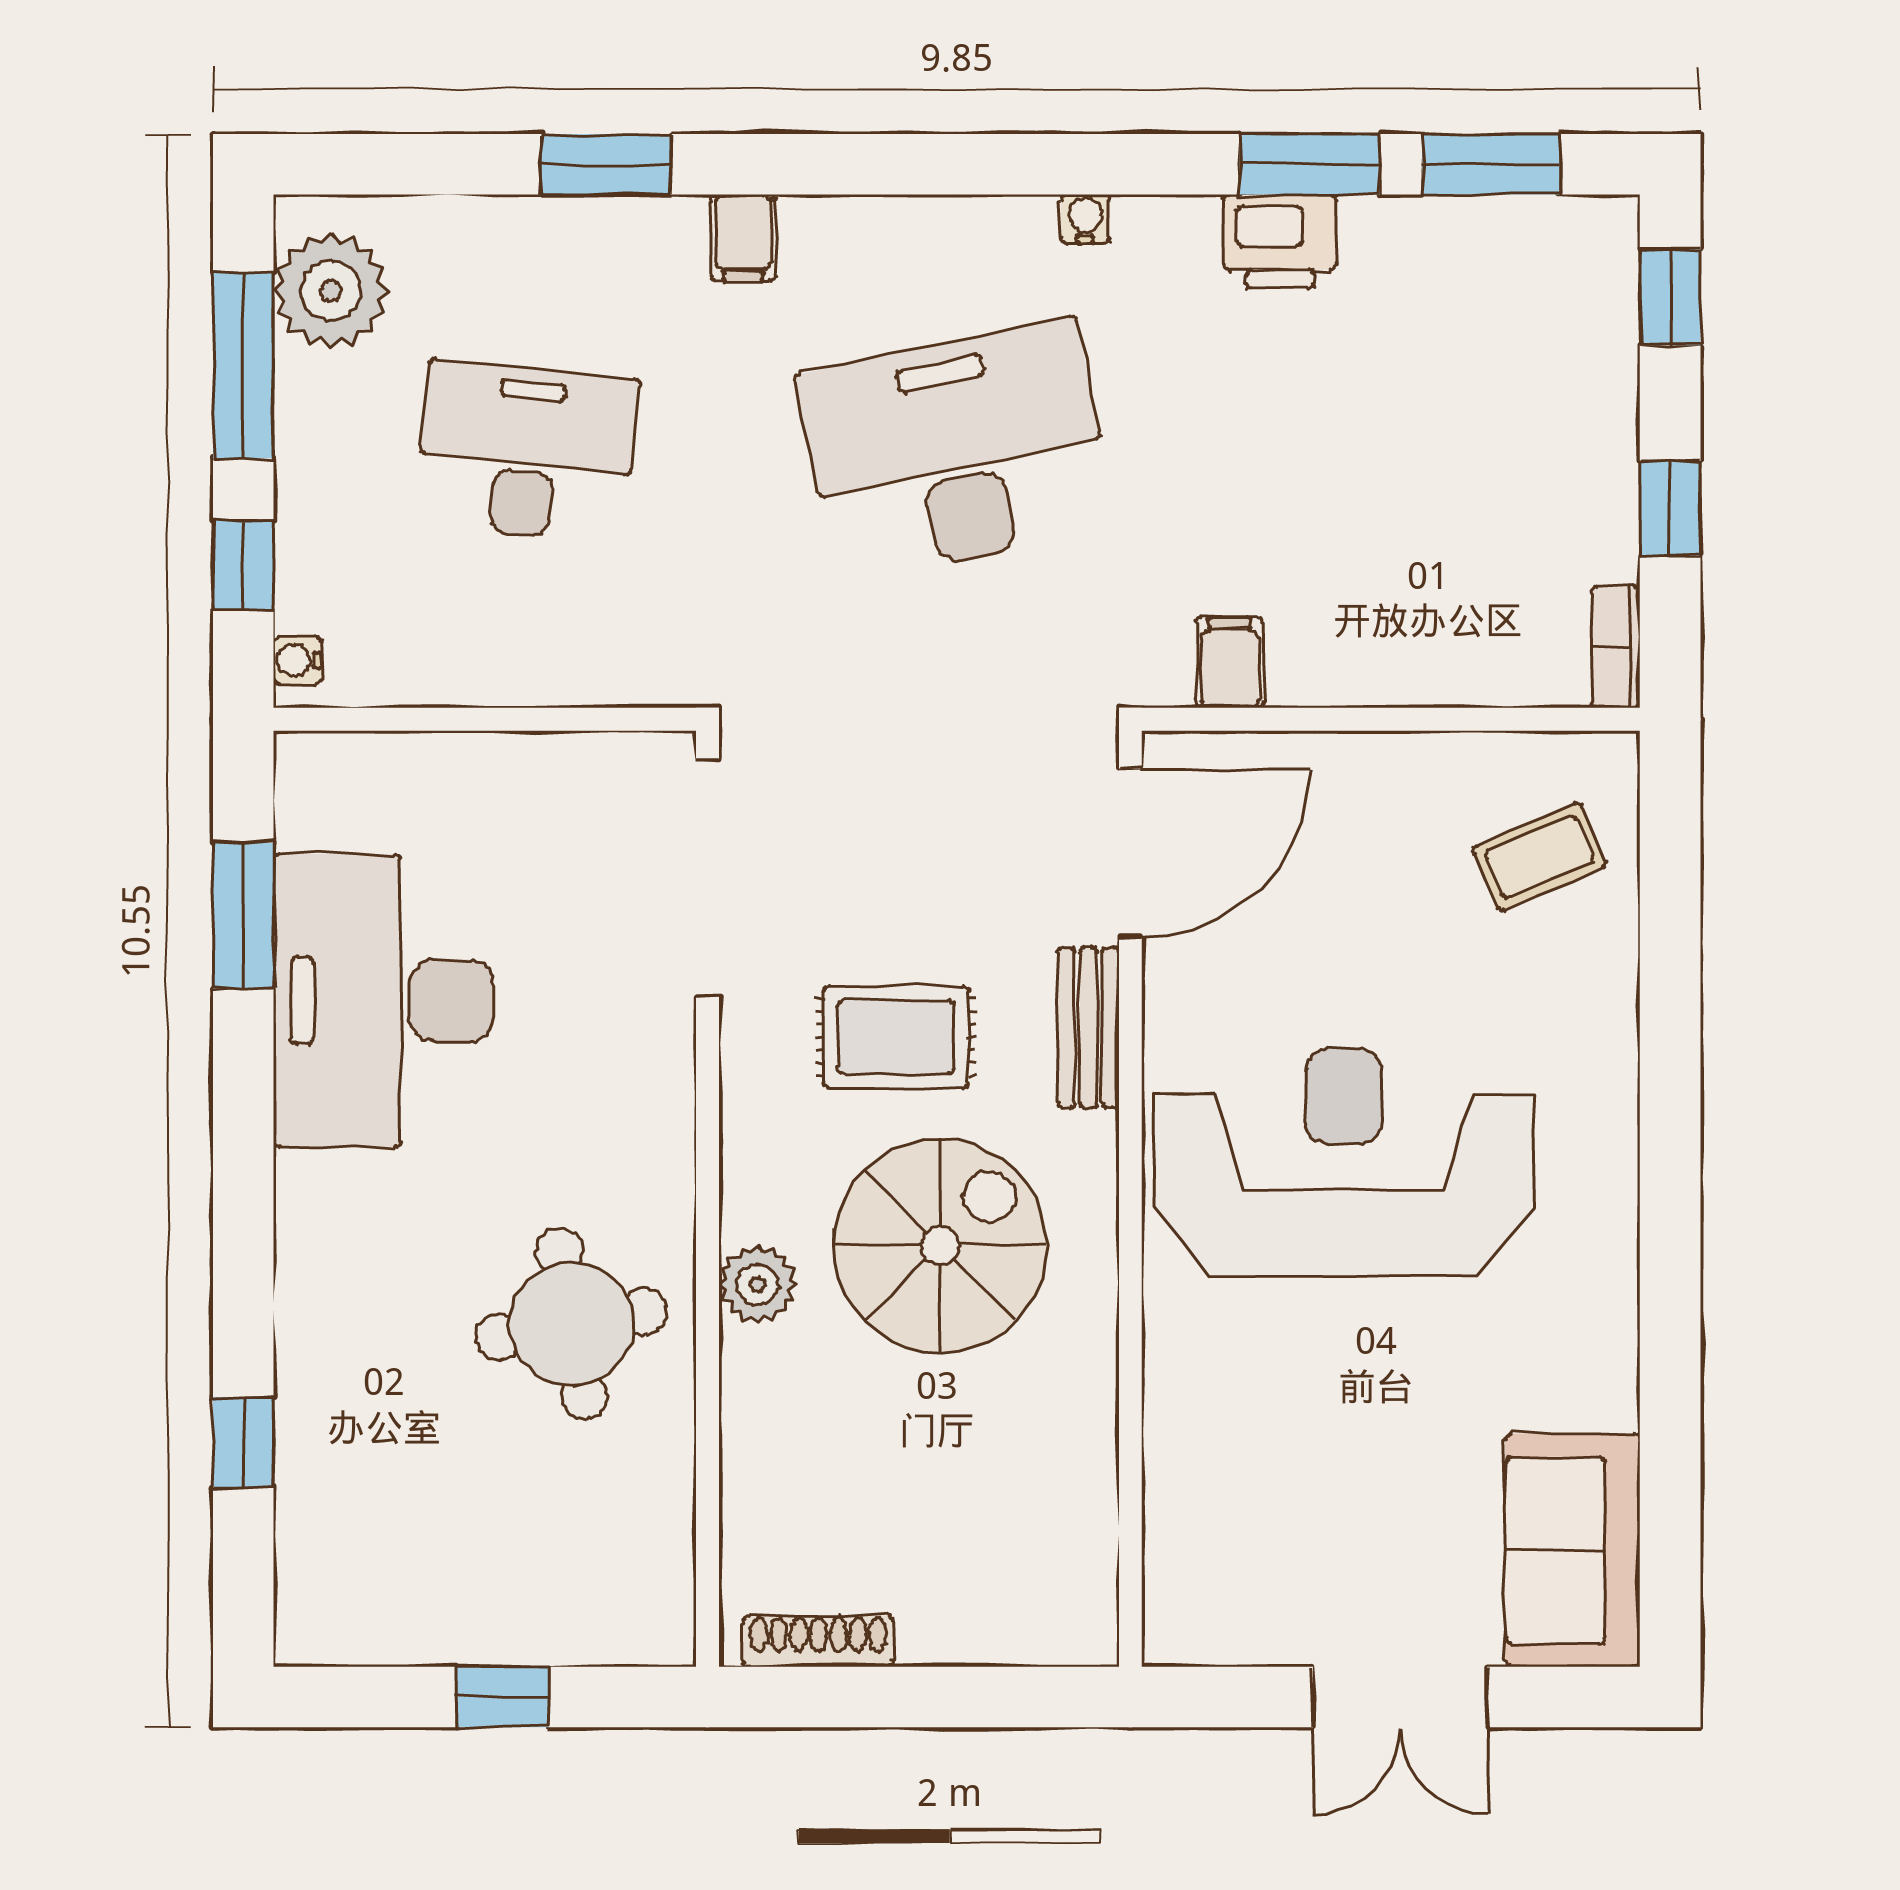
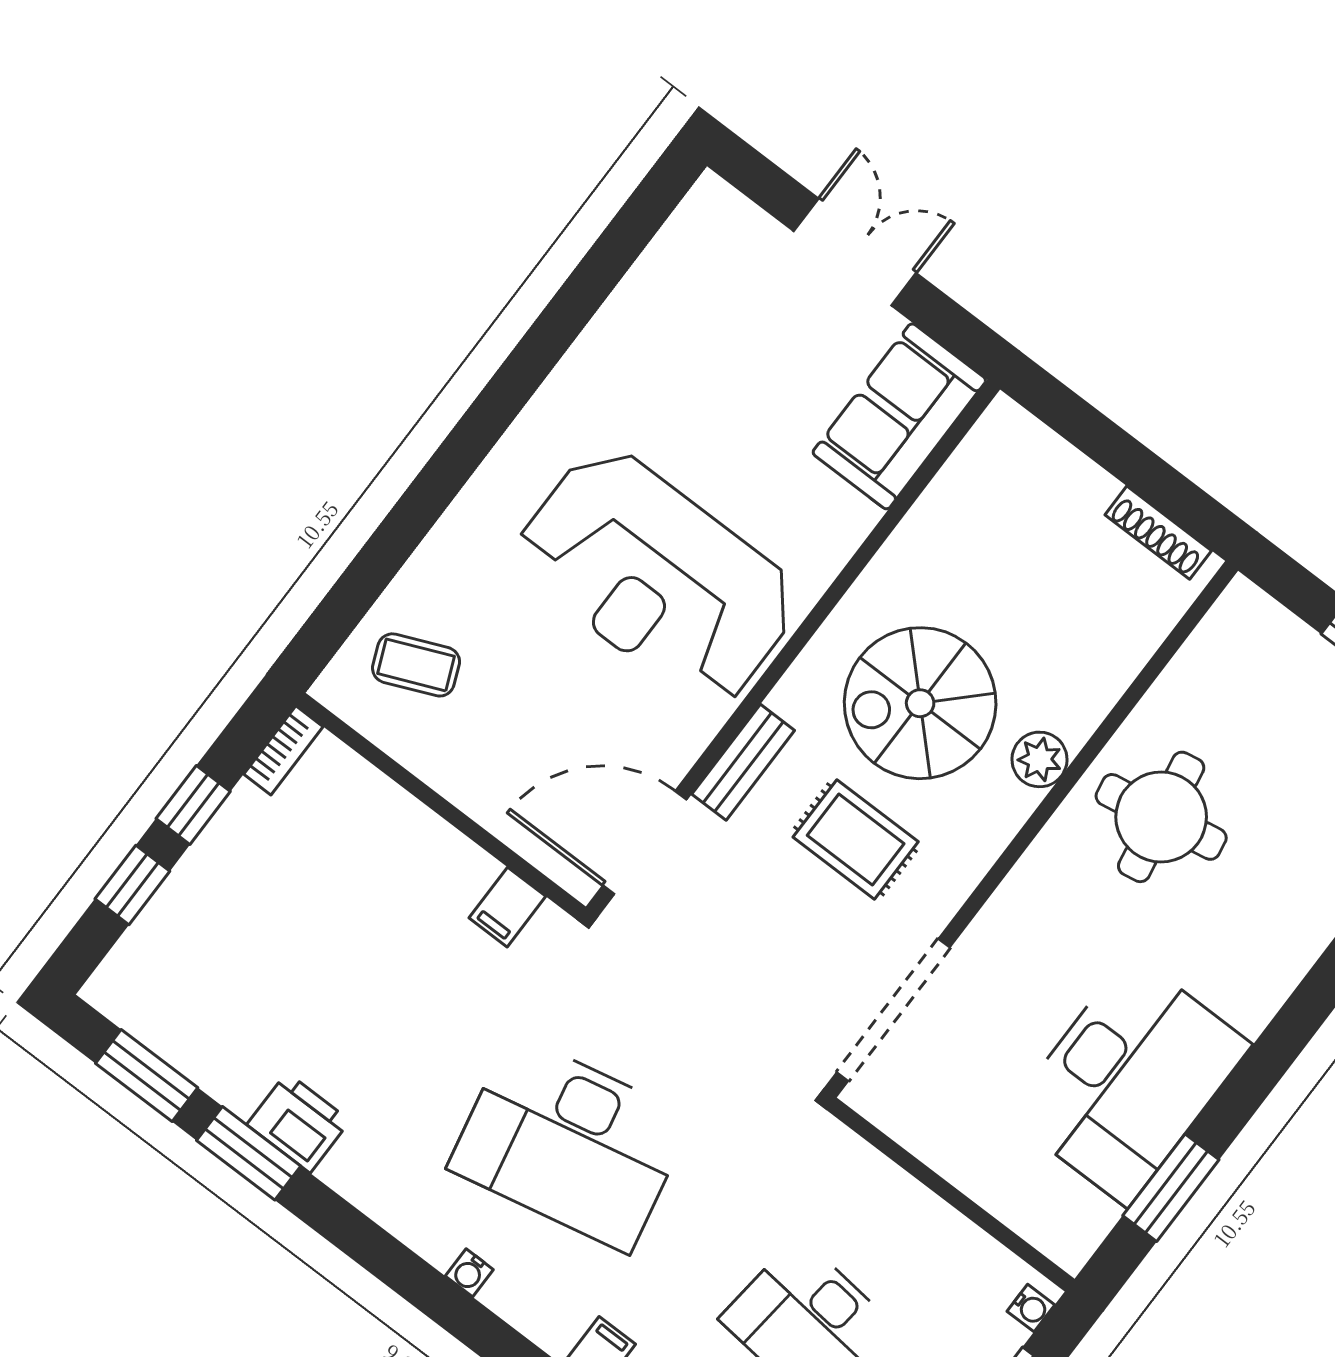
water cooler: (1085, 219) -> (469, 1273), moved
window: (1670, 297) -> (132, 885), moved
sofa: (1573, 1550) -> (899, 416), moved, turned 180

